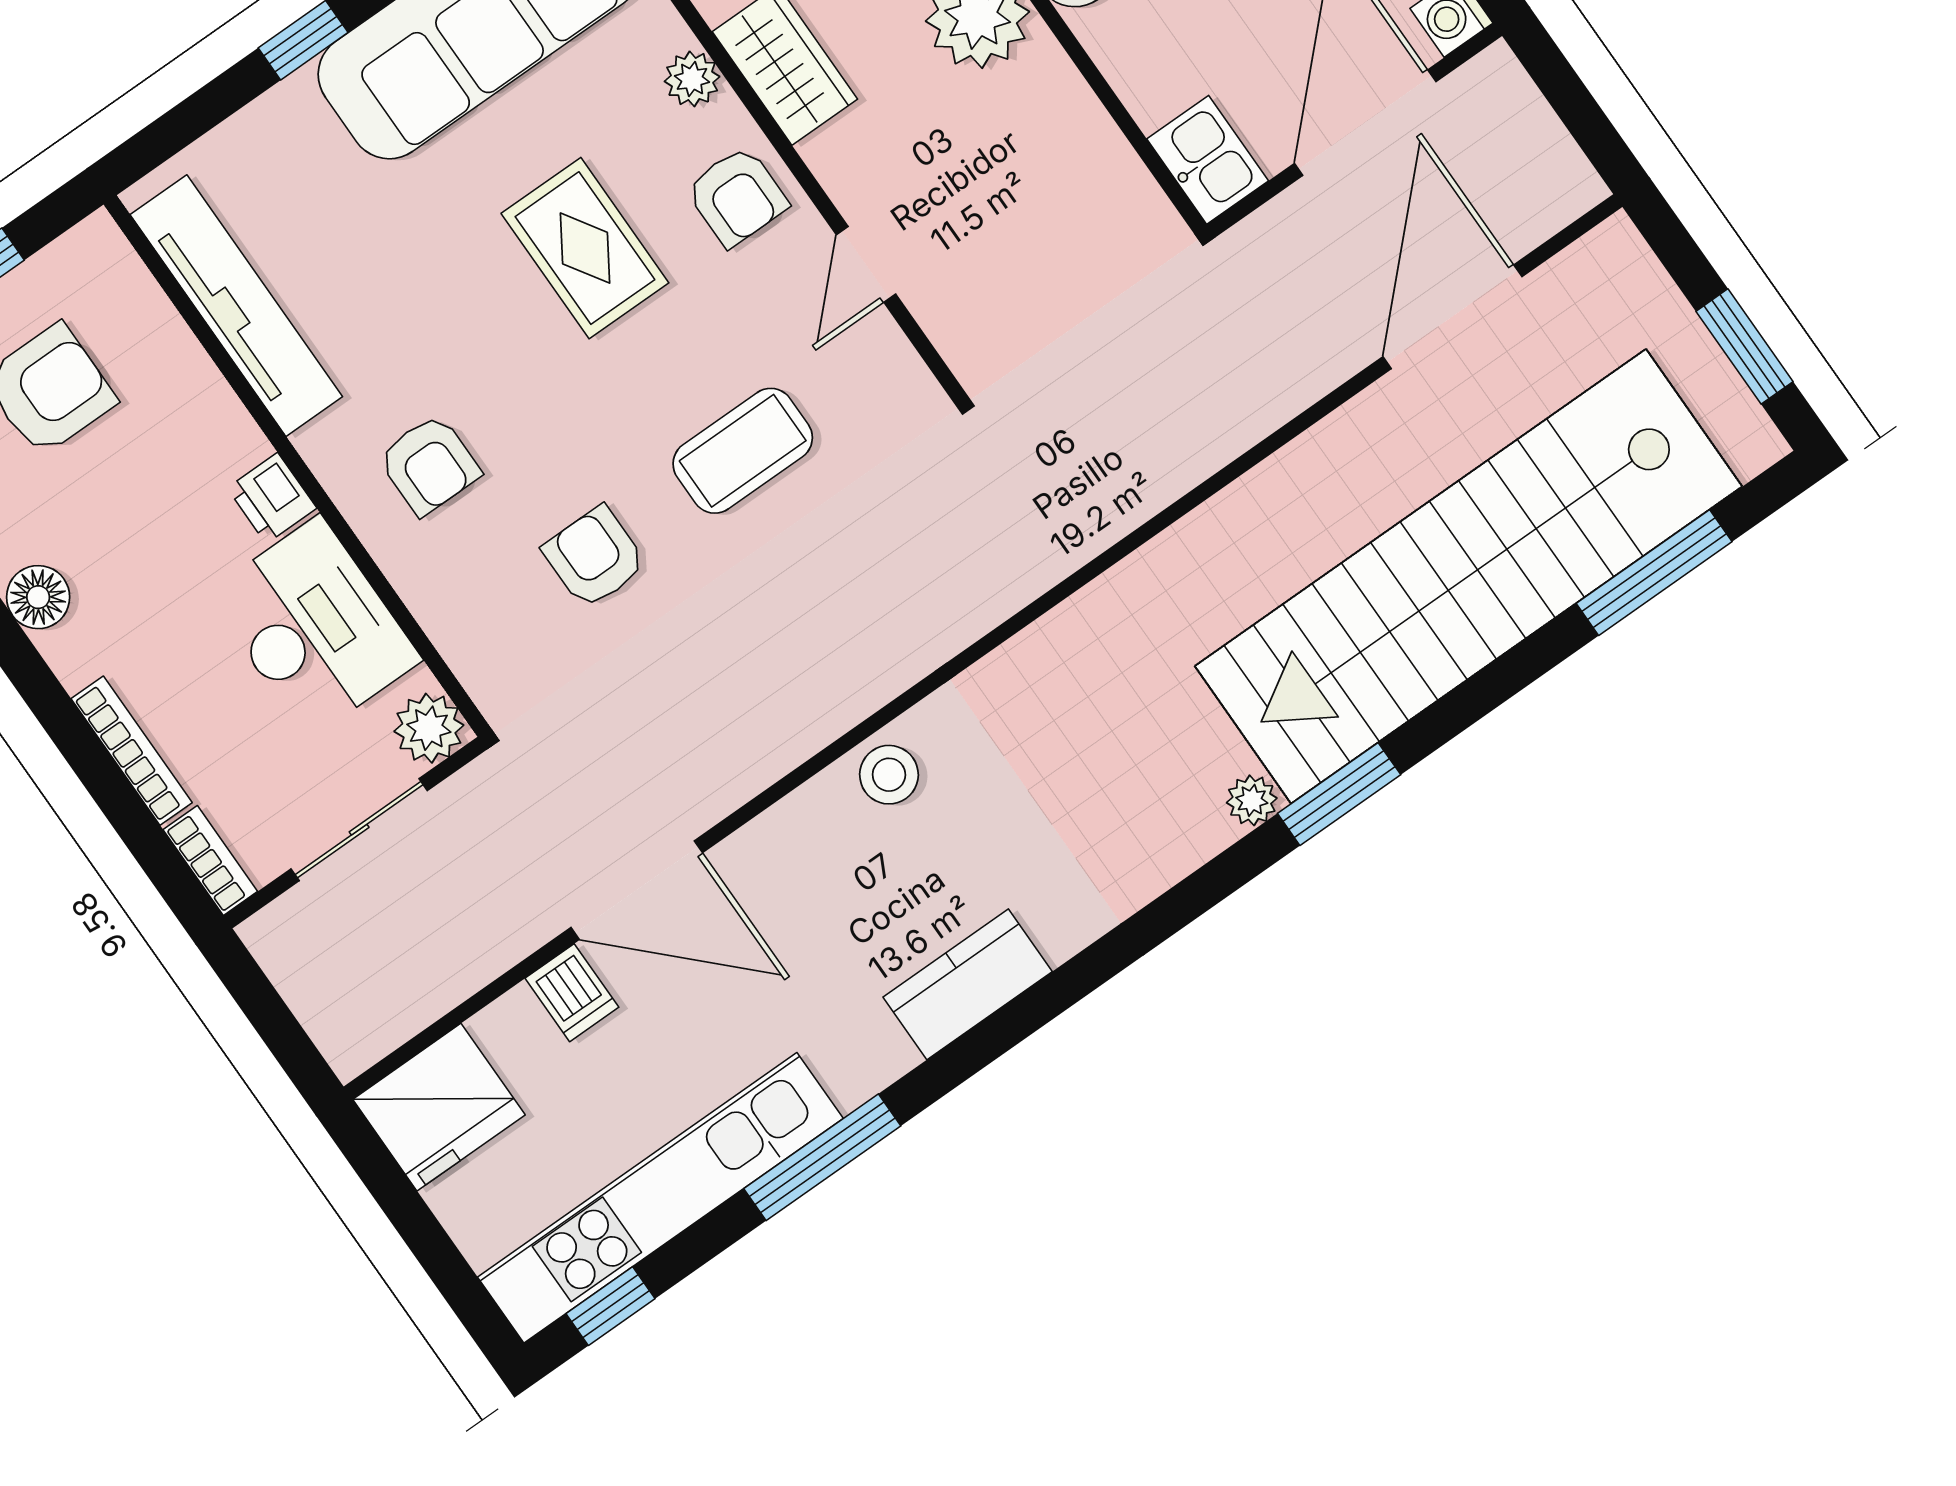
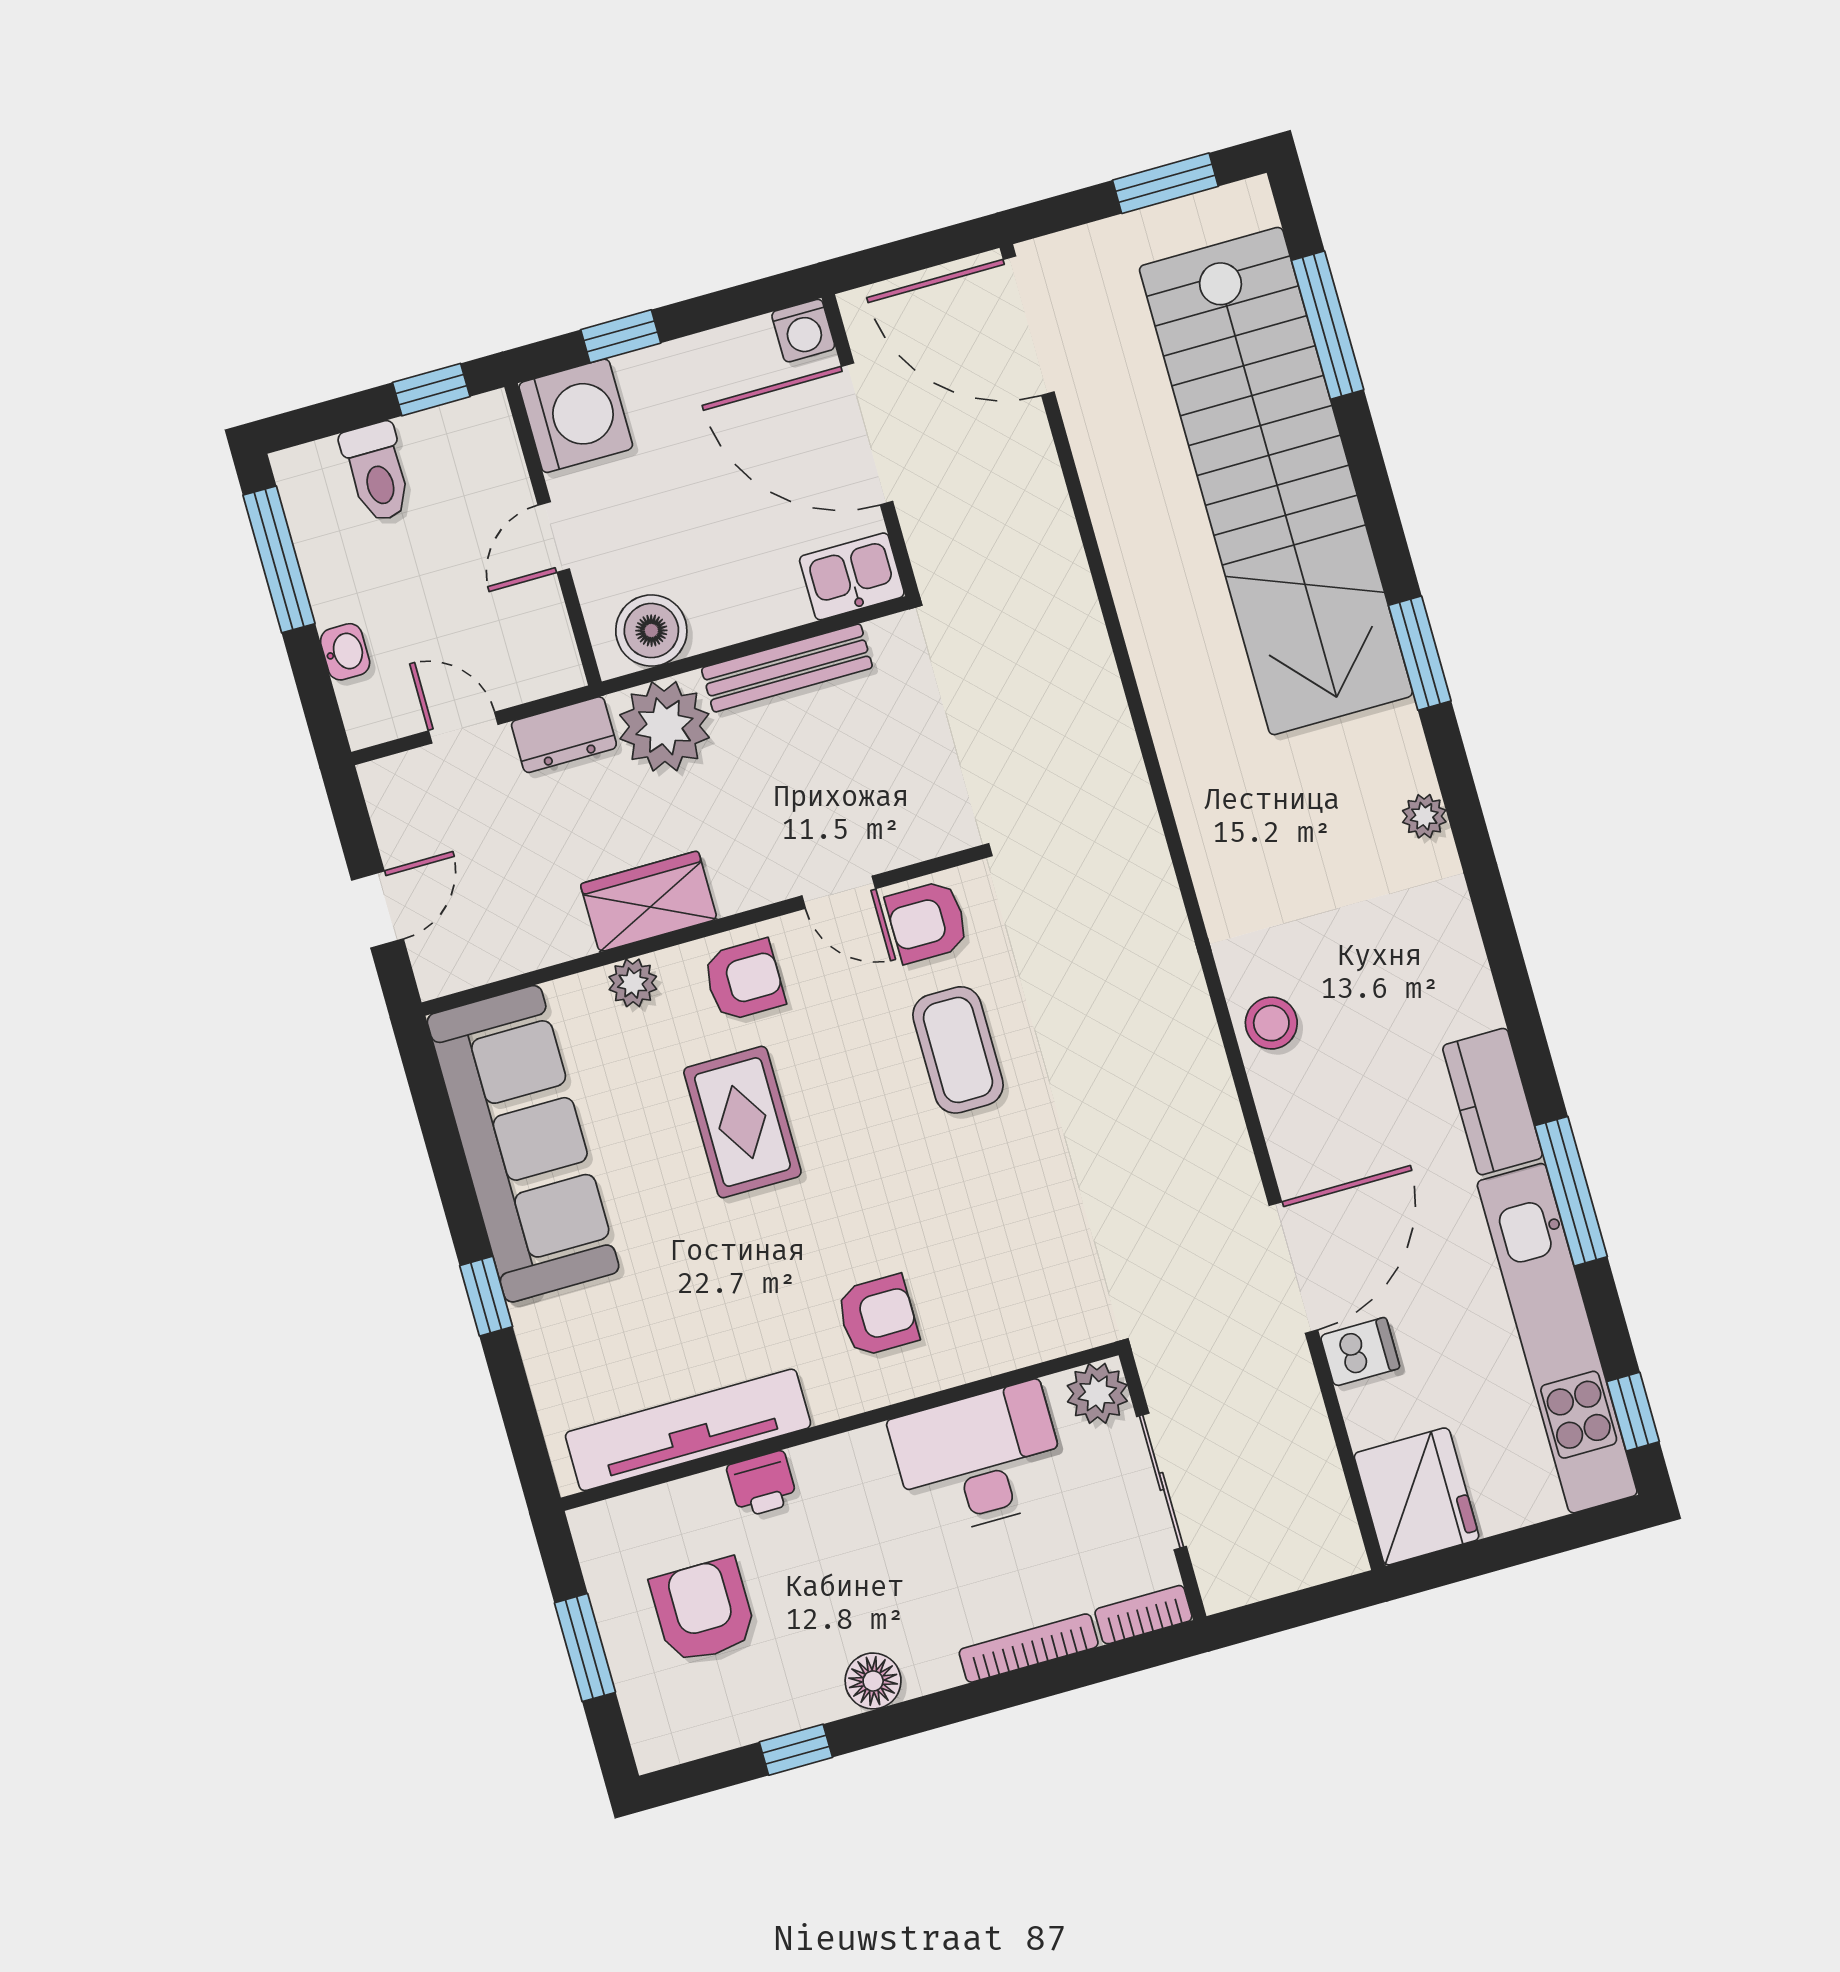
bench: (1086, 125) -> (787, 668), added
rug: (585, 248) -> (742, 1122), turned 90
door: (1453, 317) -> (1029, 326), moved
printer: (272, 498) -> (762, 1484), moved
armchair: (595, 557) -> (927, 922), moved
plant: (1252, 800) -> (1424, 816), moved
kitchen counter: (968, 984) -> (1493, 1102), moved

